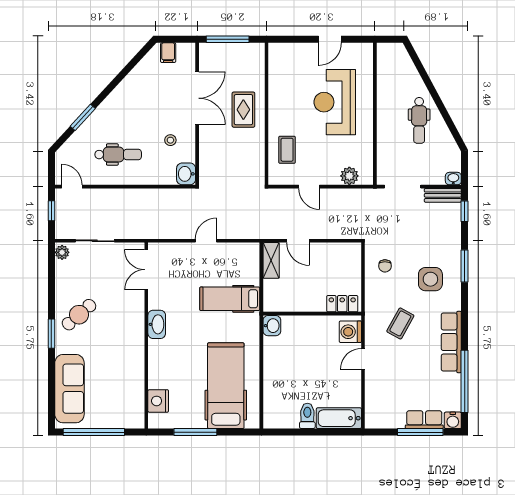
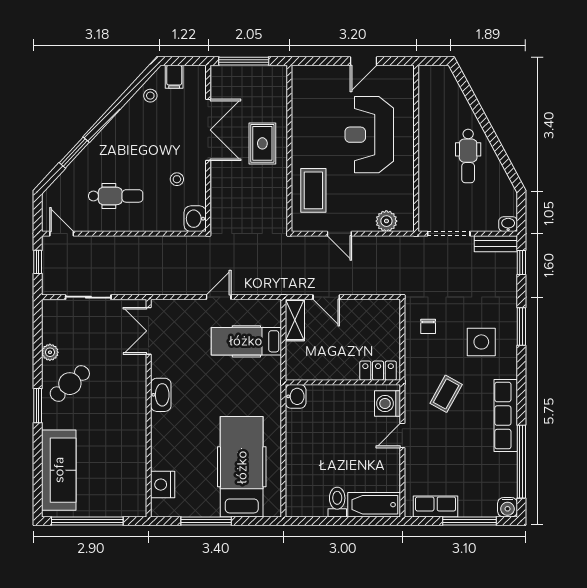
stool: (148, 69) -> (150, 96), added
coffee table: (287, 150) -> (313, 190), width x1.36, depth x1.30
plant: (62, 252) -> (50, 352), moved
hospital bed: (230, 299) -> (246, 341), moved
row of seats: (424, 420) -> (436, 507), moved

